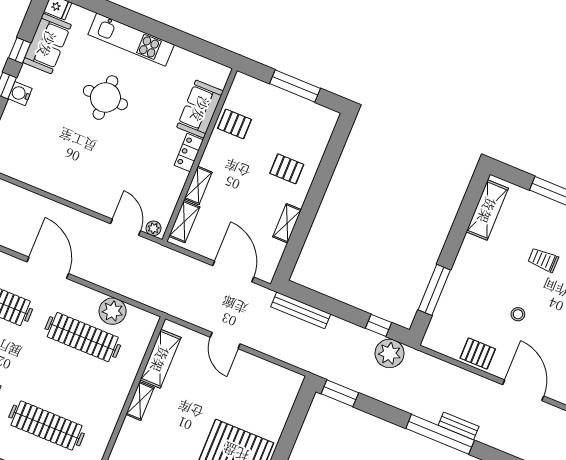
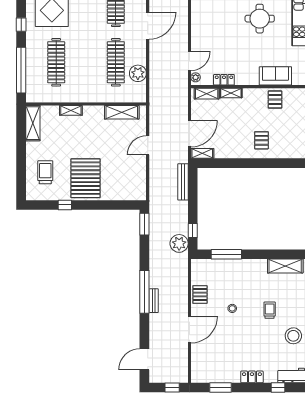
locker: (189, 153) -> (224, 80), moved
shelving: (287, 223) -> (202, 153), moved
shelving: (140, 401) -> (71, 110), moved

